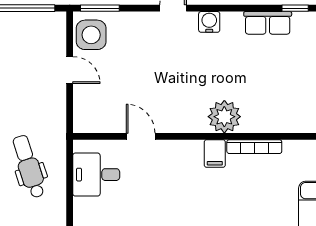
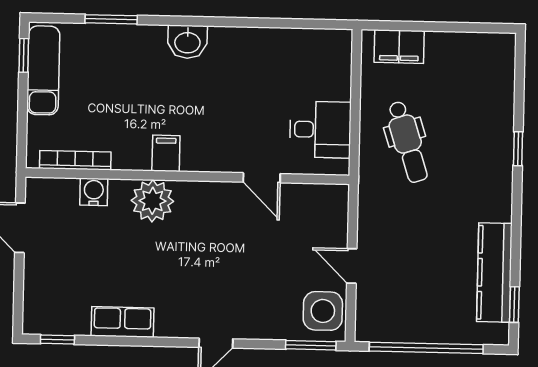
water cooler: (209, 22) -> (94, 192), moved, turned 180
row of seats: (268, 23) -> (122, 322), moved
bookcase: (254, 147) -> (75, 160), moved

